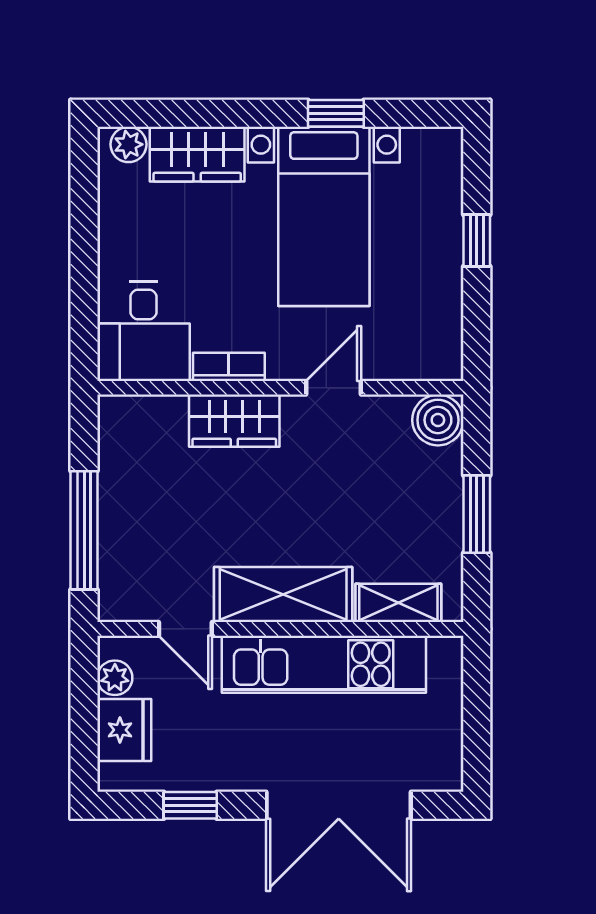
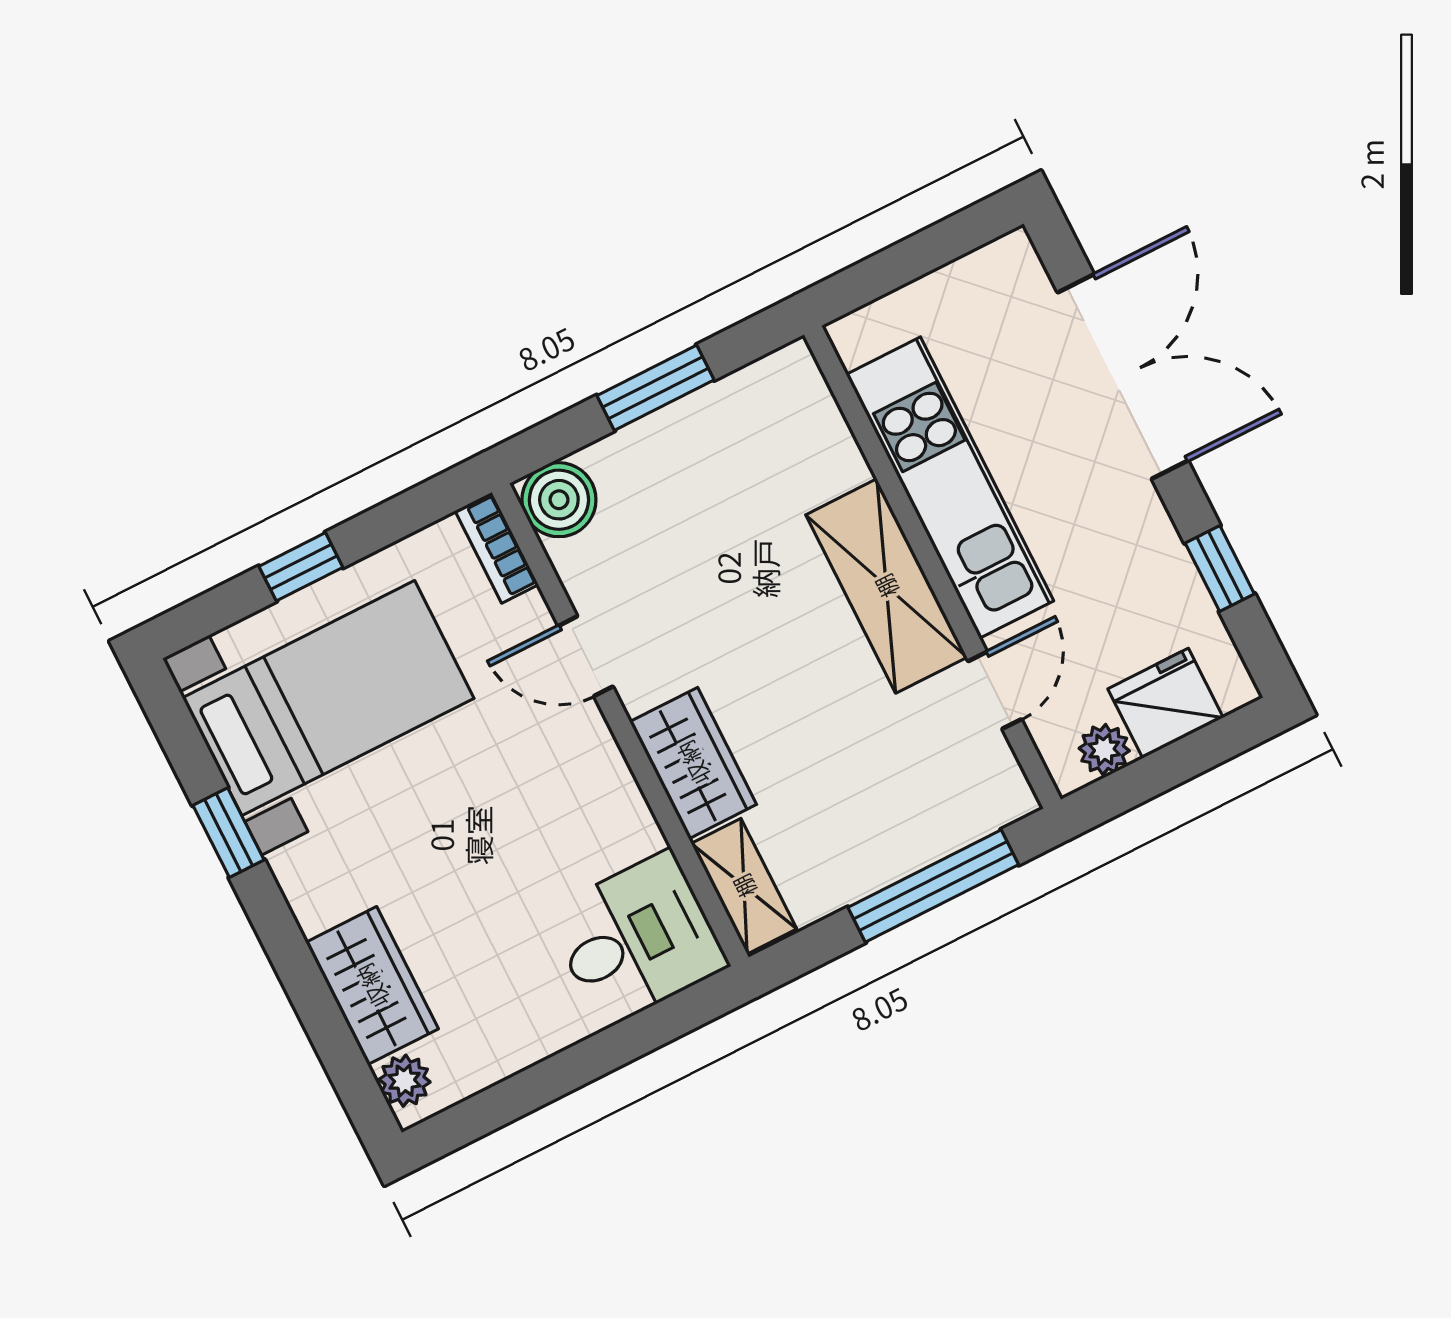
bed with nightstands: (324, 216) -> (328, 698), moved
bookcase: (229, 367) -> (497, 548), moved
shelving: (398, 603) -> (744, 886), moved

